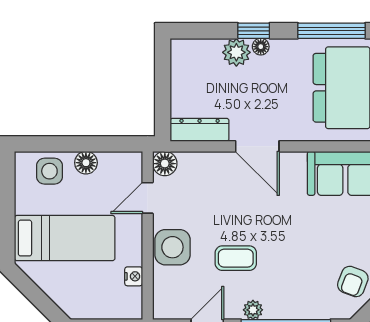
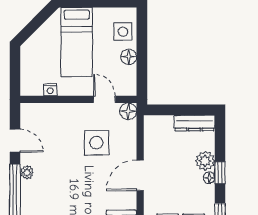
dresser: (200, 130) -> (194, 123), moved, turned 90
side table: (172, 247) -> (96, 143), moved
coffee table: (236, 258) -> (63, 160), removed

